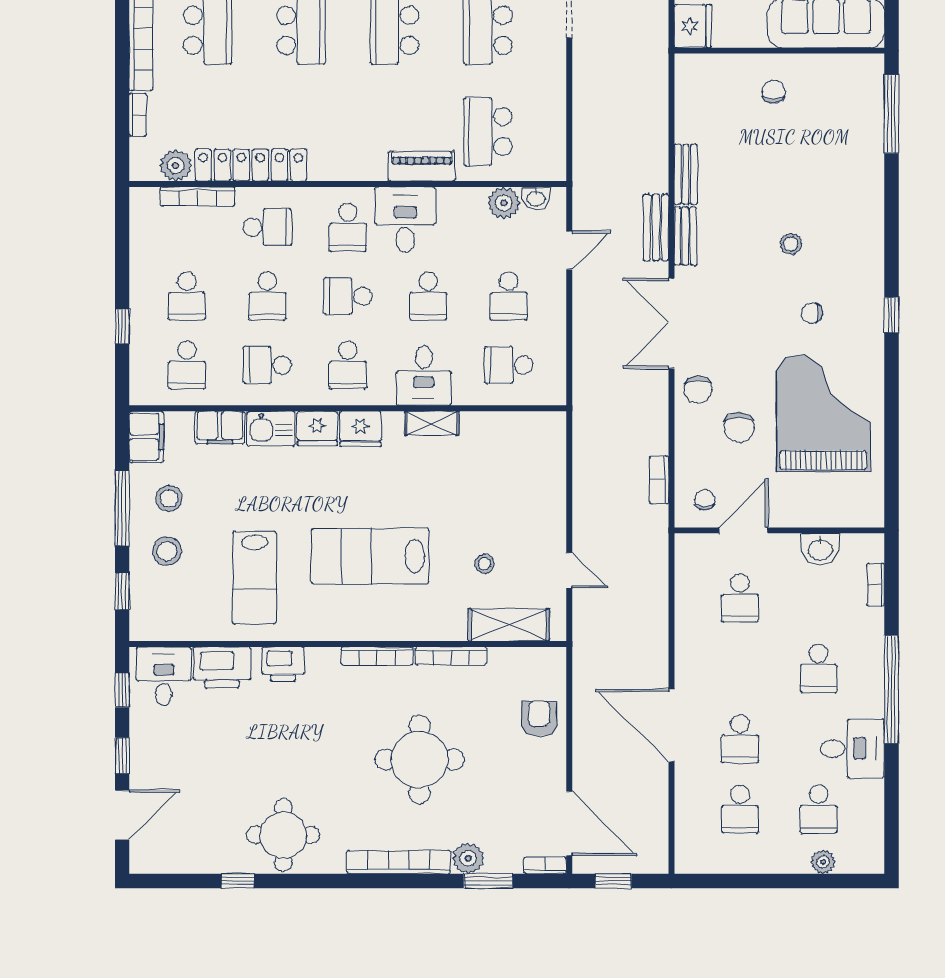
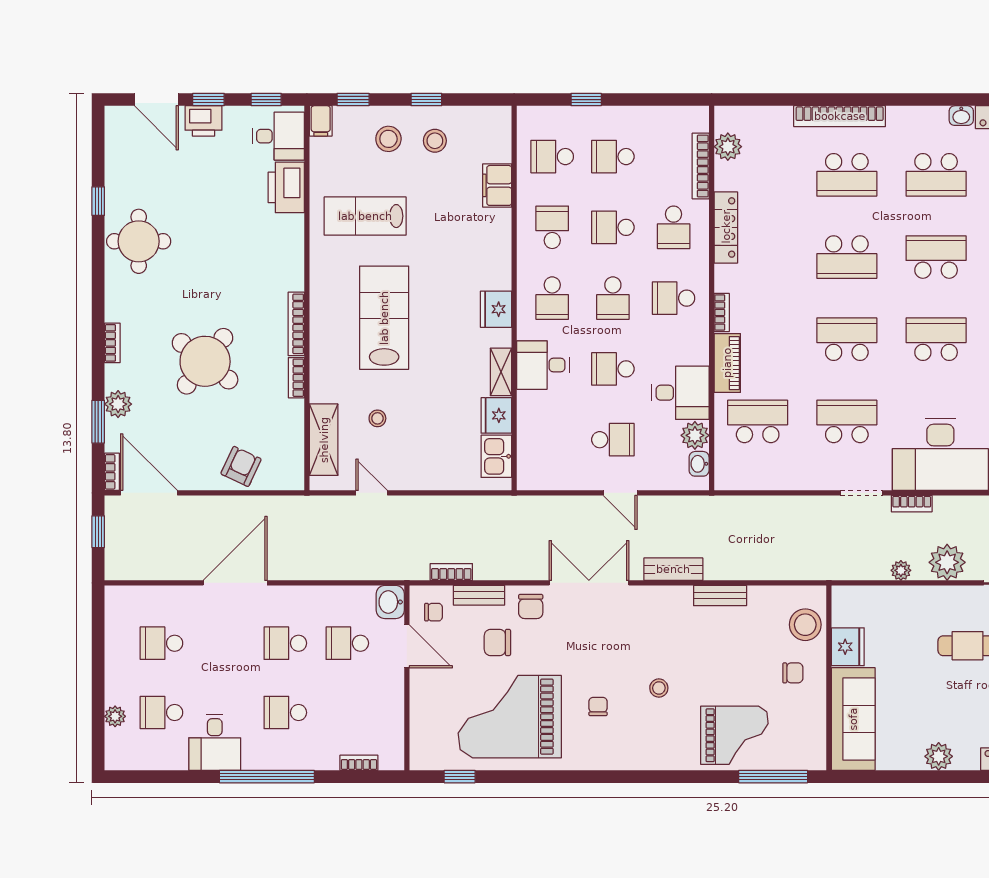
fridge: (693, 26) -> (848, 647), moved, turned -90
stool: (719, 78) -> (805, 625), added
bookcase: (138, 115) -> (722, 312), moved, turned -90
grand piano: (845, 158) -> (734, 735), added
locker: (251, 165) -> (726, 227), width x0.71, depth x0.83
desk: (405, 220) -> (680, 393), moved
bench: (685, 236) -> (479, 595), moved
door: (569, 250) -> (620, 493), moved
school desk: (348, 296) -> (613, 298), turned 180
school desk: (509, 296) -> (613, 440), turned 180
window: (891, 315) -> (460, 777), moved
school desk: (348, 365) -> (552, 298), turned -90
school desk: (509, 365) -> (552, 440), removed
chair: (698, 390) -> (531, 606), turned -90
grand piano: (823, 413) -> (510, 717), turned 180
kitchen sink: (271, 429) -> (496, 456), moved
fridge: (317, 429) -> (496, 415), moved
filing cabinet: (146, 437) -> (321, 121), moved, width x0.50
window: (122, 508) -> (426, 100), width x0.46
washbasin: (820, 549) -> (390, 602), moved
door: (569, 570) -> (372, 493), swing flipped
bookcase: (451, 656) -> (296, 378), width x0.64
printer: (283, 664) -> (204, 121), moved, turned -90
armchair: (539, 719) -> (241, 466), turned -65
school desk: (740, 739) -> (285, 643), moved
round table: (420, 760) -> (205, 361), turned 38
door: (569, 823) -> (149, 493), swing flipped
bookcase: (399, 862) -> (112, 343), width x0.43, depth x0.76

